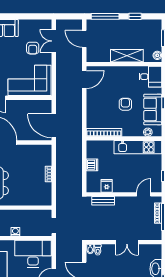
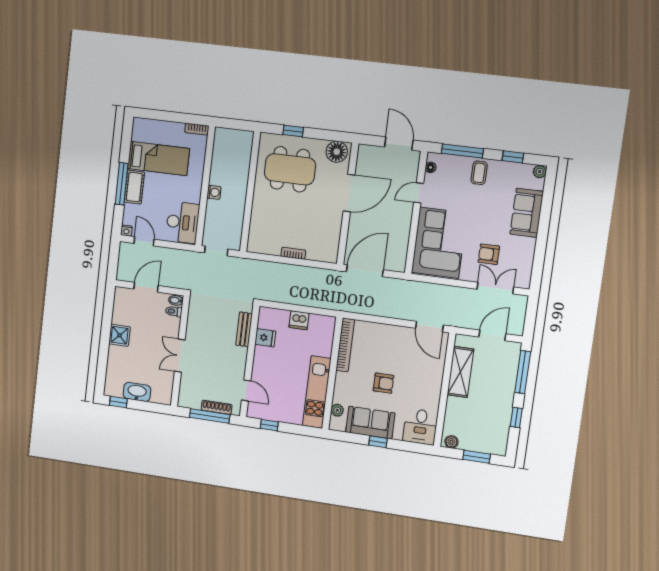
shelving: (127, 56) -> (460, 372), moved
desk: (33, 254) -> (183, 222), width x0.73, depth x0.77

